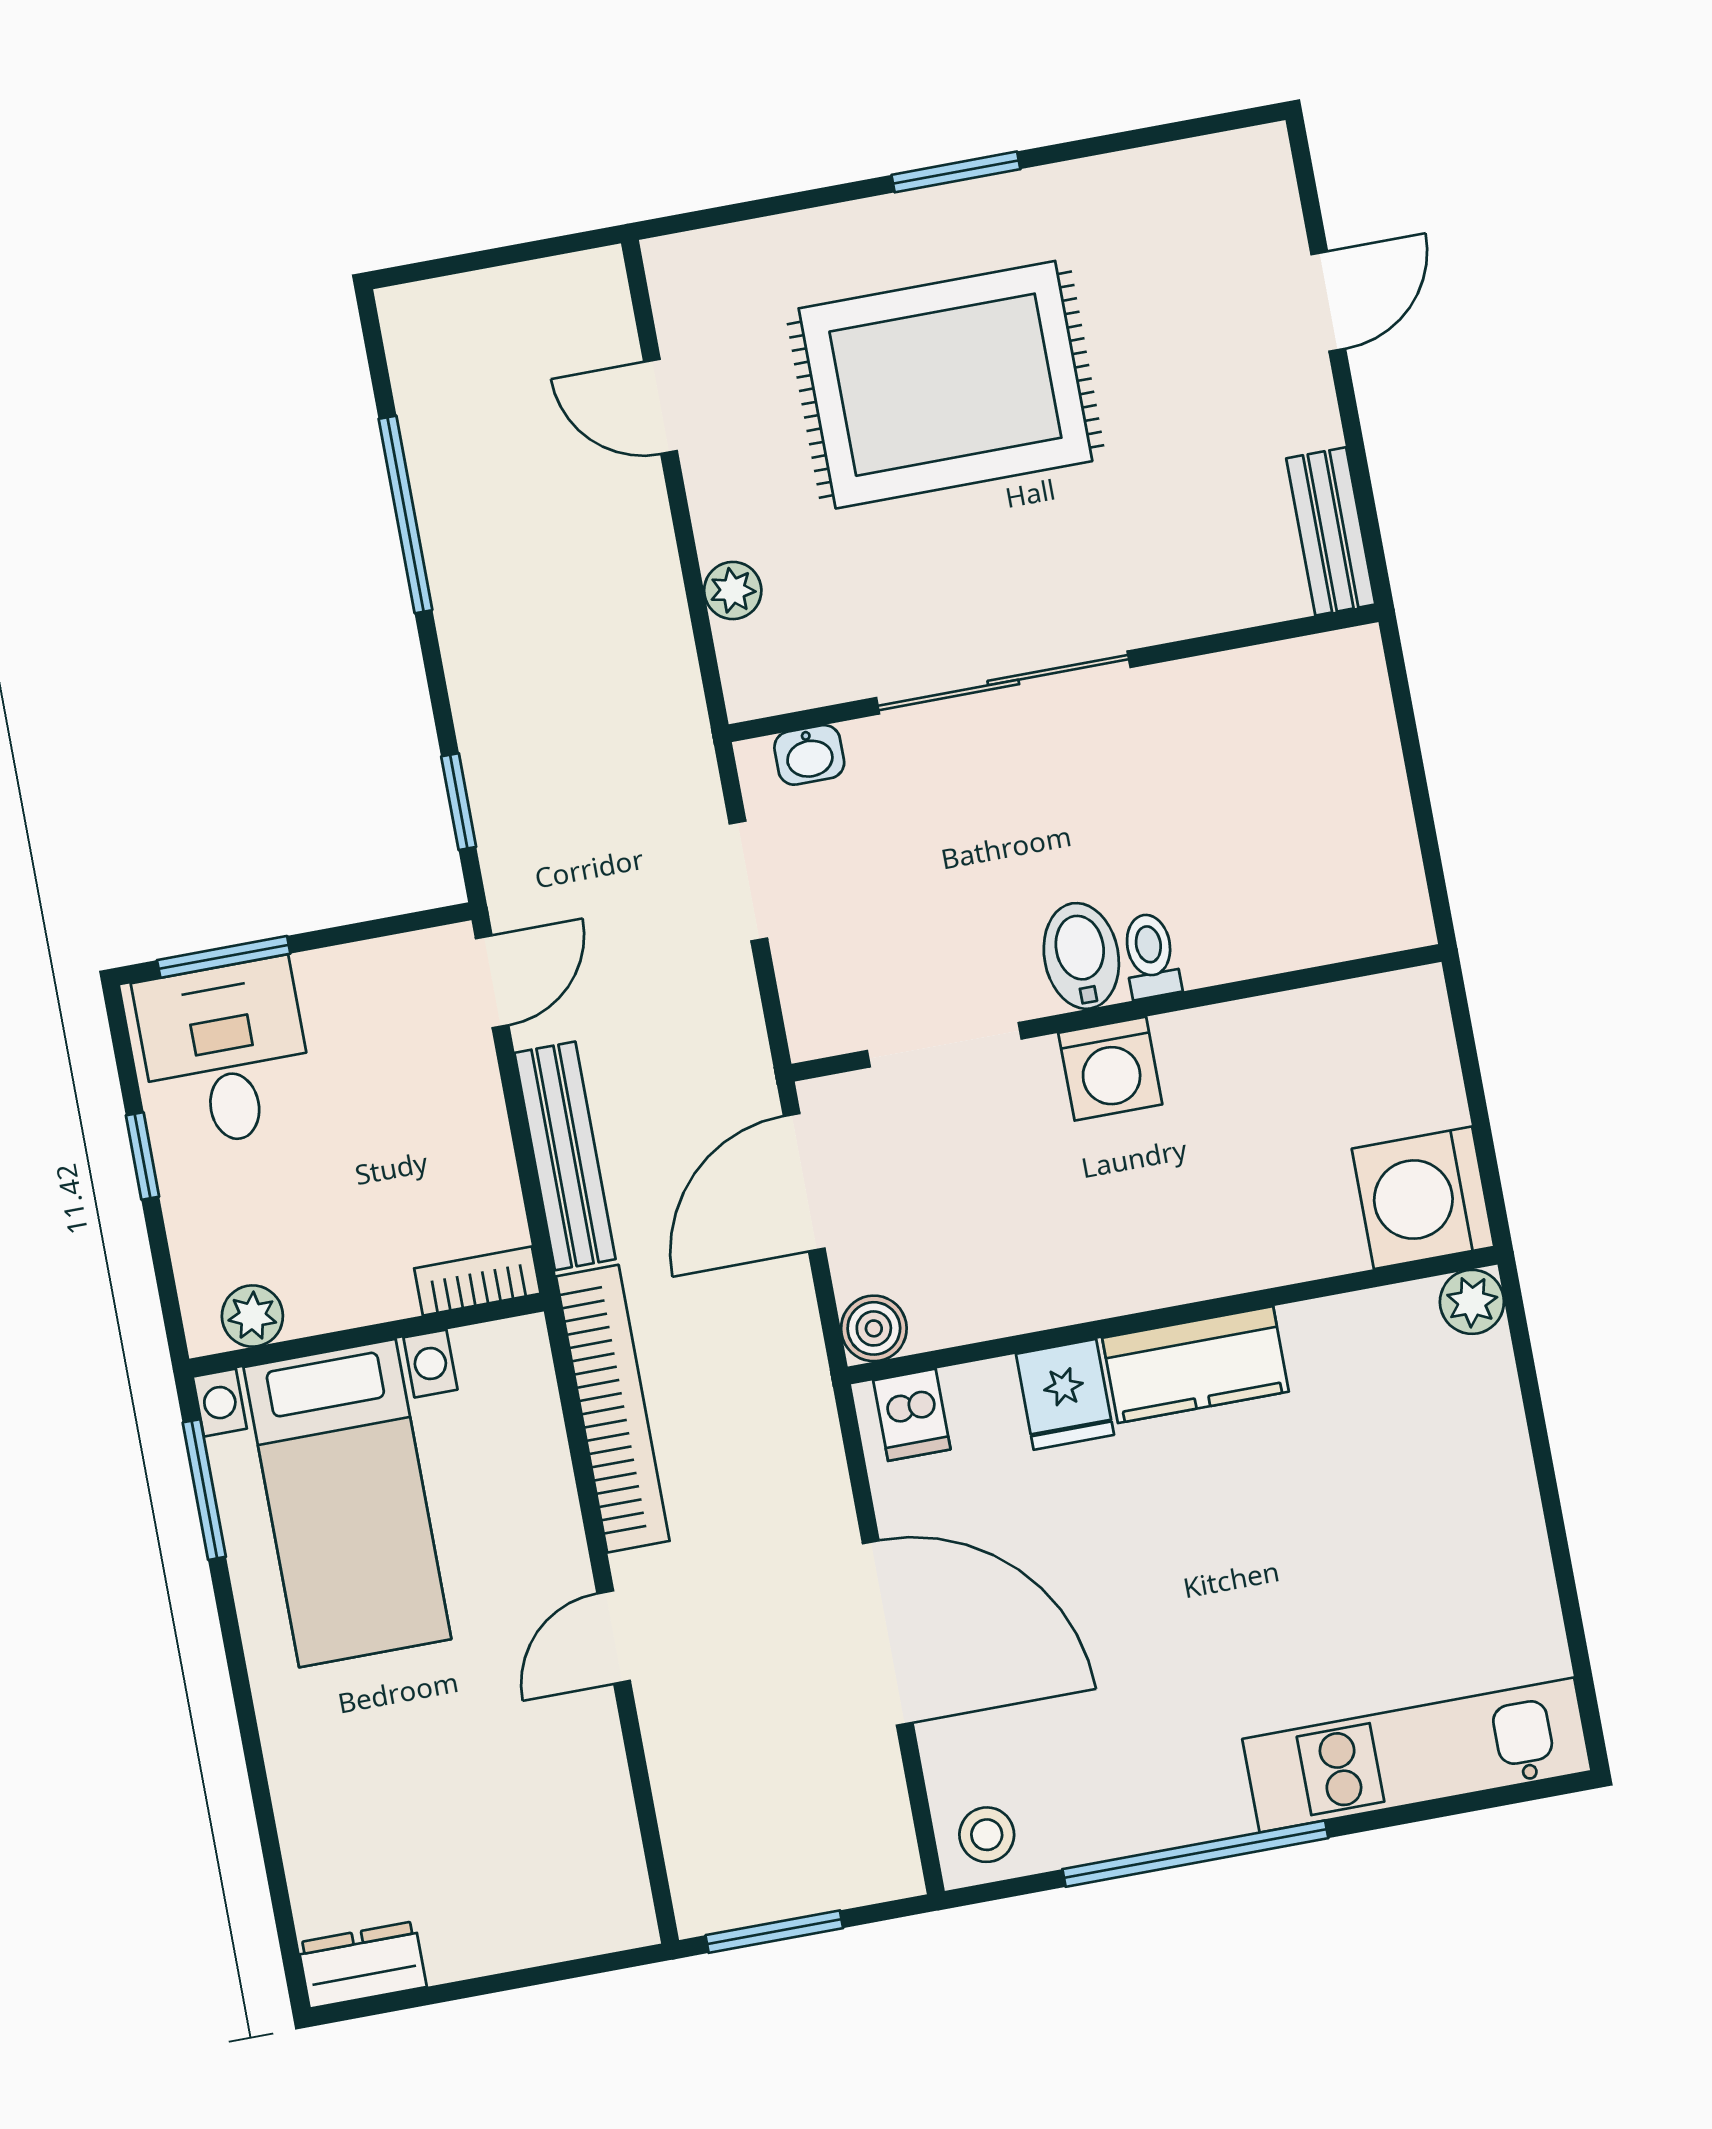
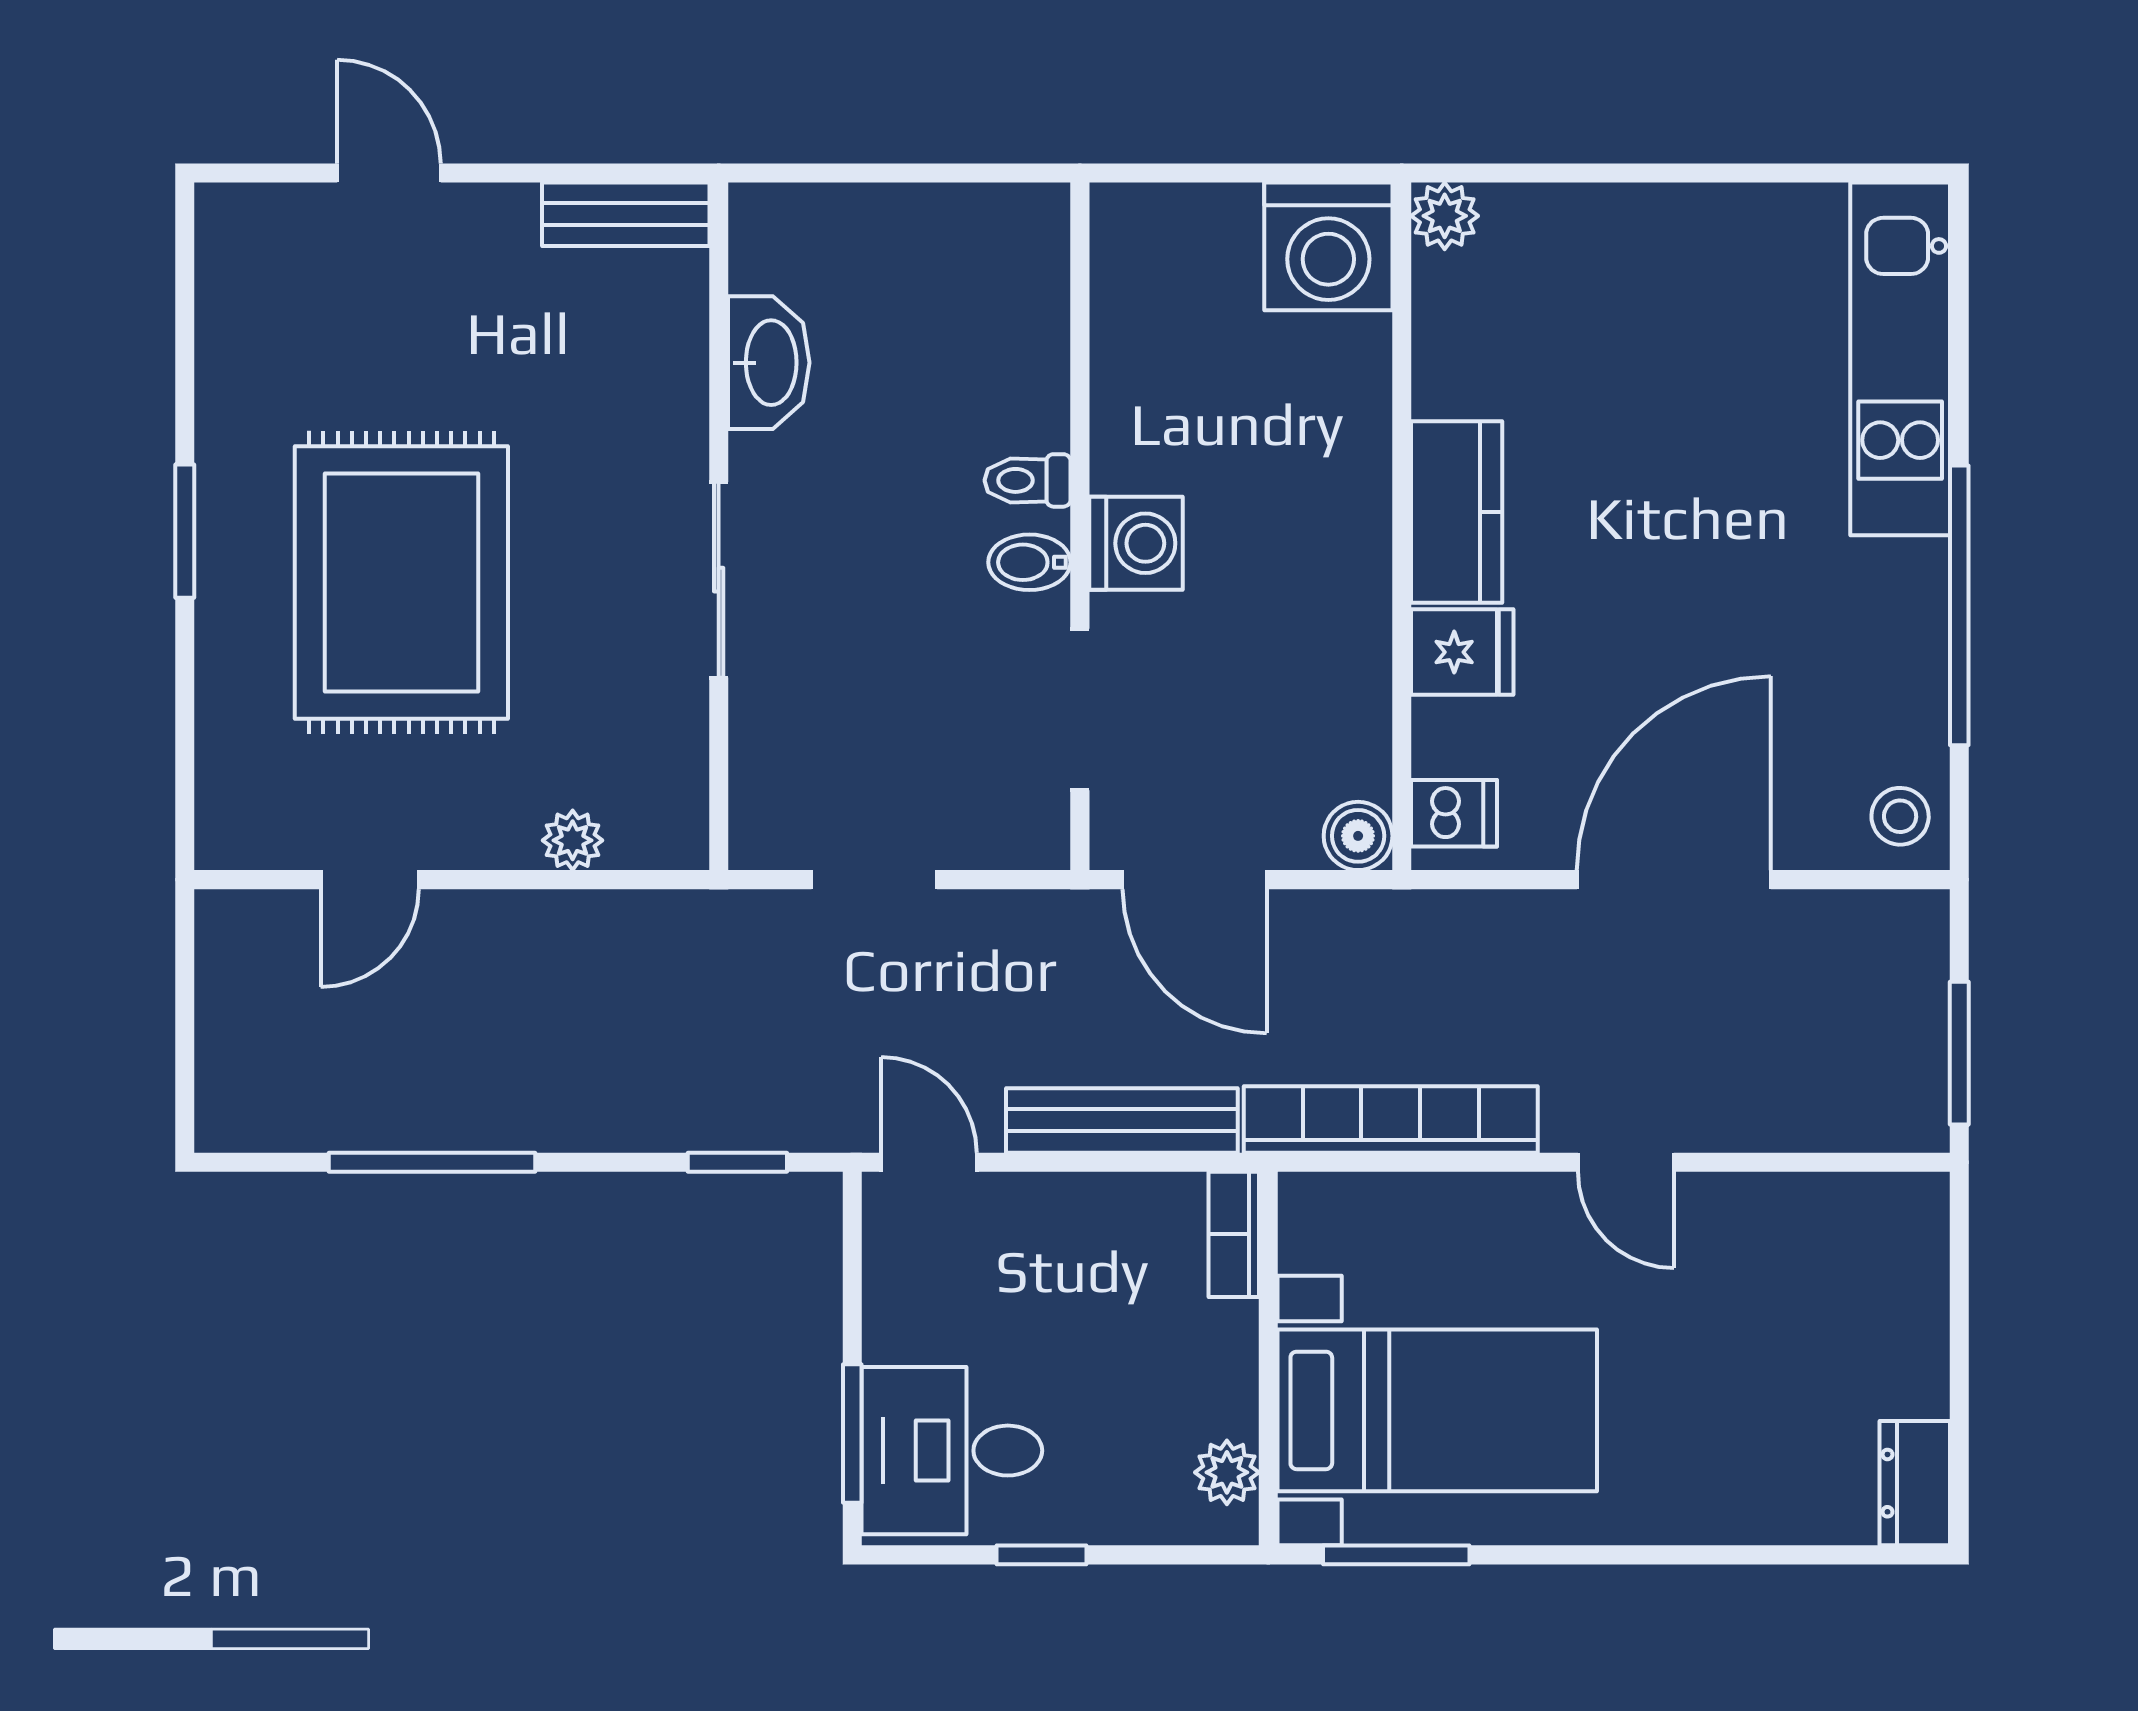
sliding door: (1003, 683) -> (719, 580), width x0.73
washbasin: (809, 755) -> (769, 363), moved, width x1.91, depth x1.45
bidet: (1081, 956) -> (1029, 562), width x0.72, depth x0.74

